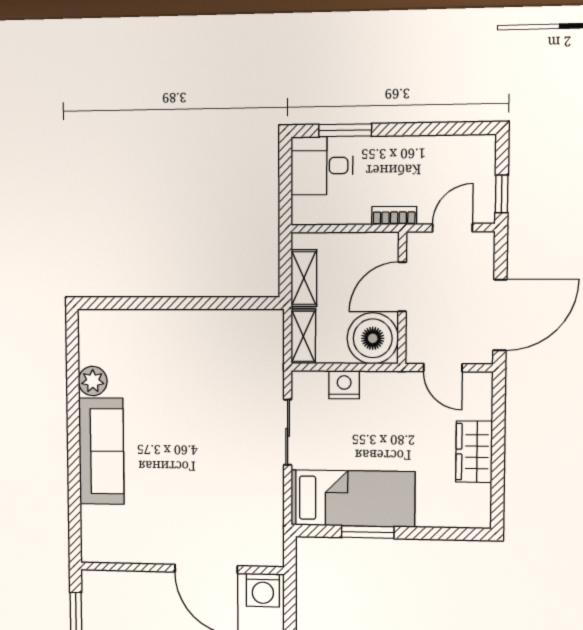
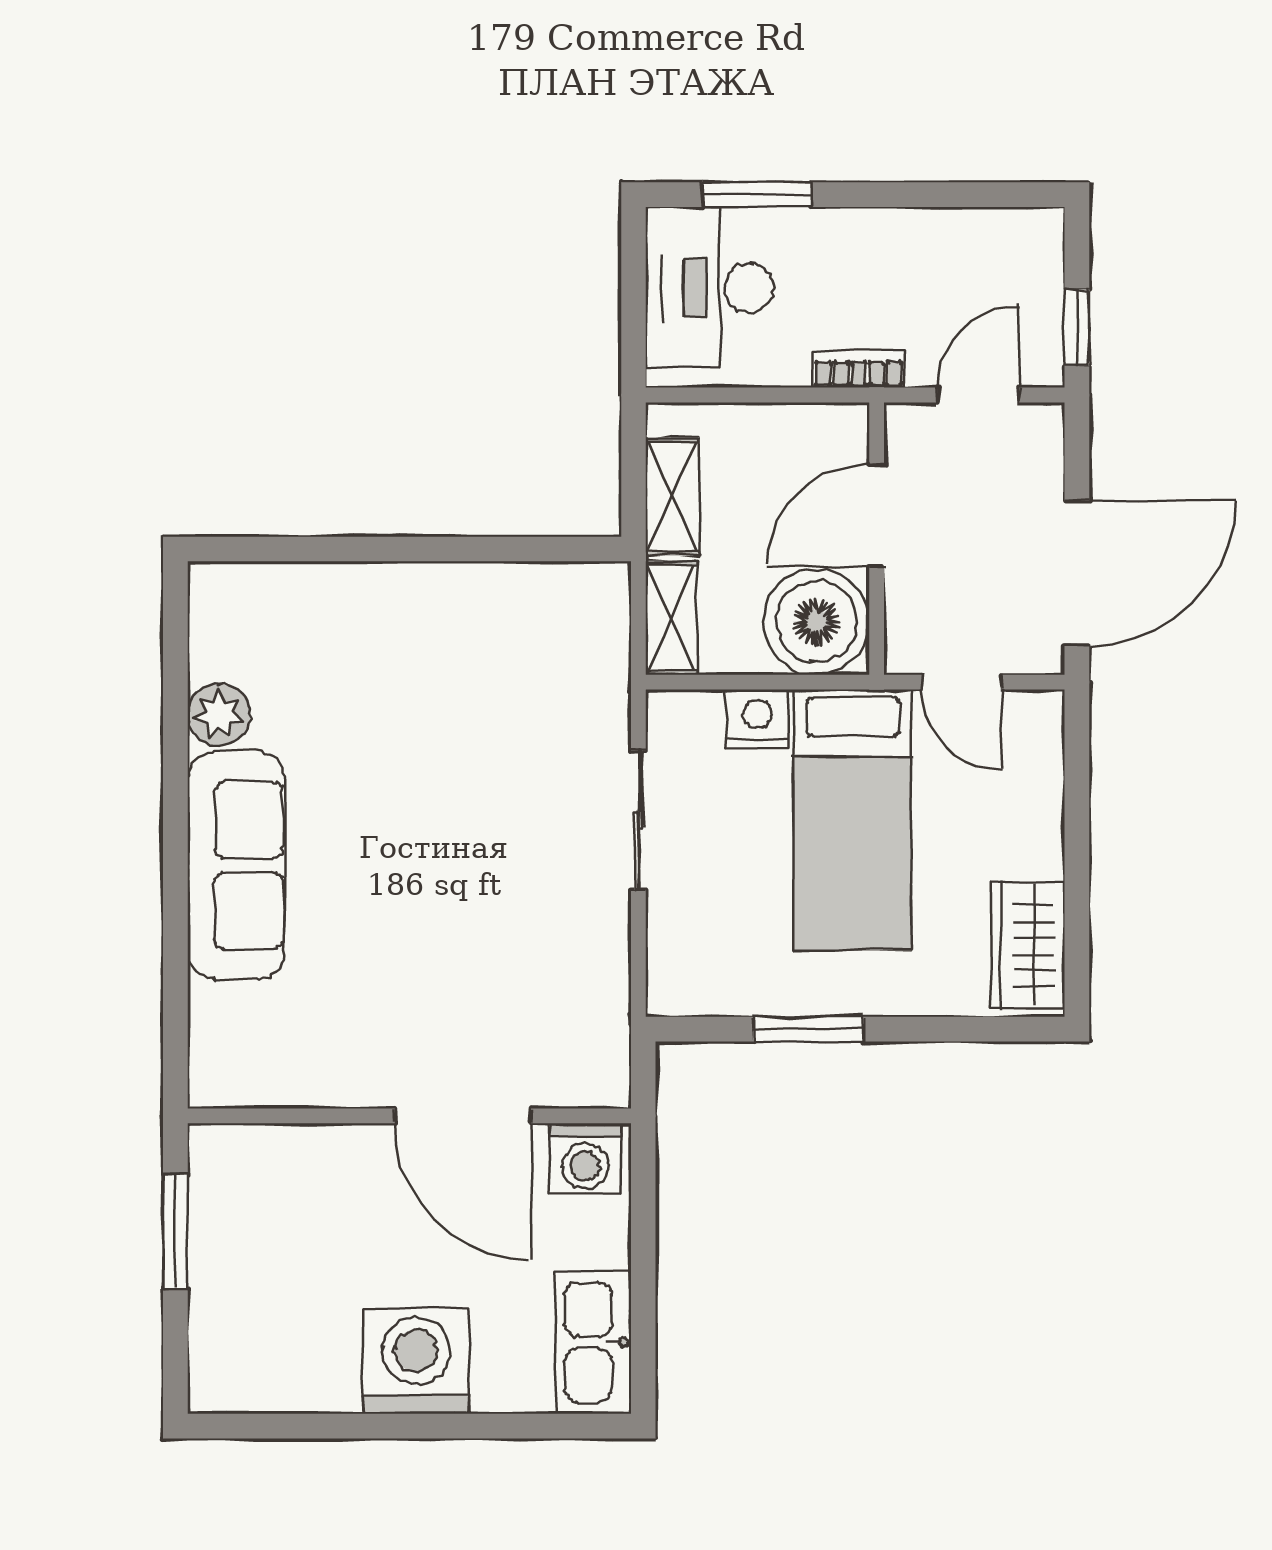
desk: (322, 166) -> (709, 288), width x1.37
wardrobe: (474, 452) -> (1028, 946), moved
bed: (353, 498) -> (853, 820), moved, turned 90

